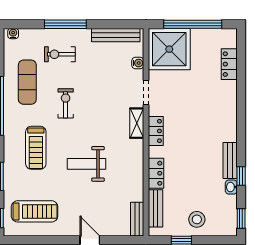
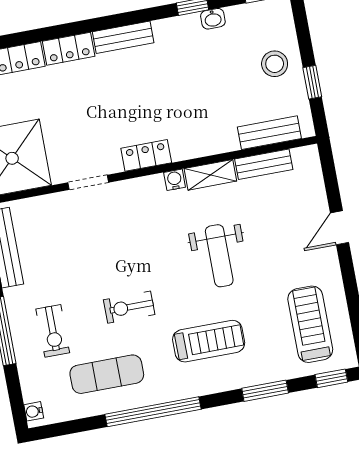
water cooler: (138, 63) -> (175, 180), moved
shelving: (137, 123) -> (210, 175), moved
bench: (230, 161) -> (123, 37), moved
locker: (156, 173) -> (69, 49), moved, turned 180
bench: (137, 219) -> (264, 164), moved

